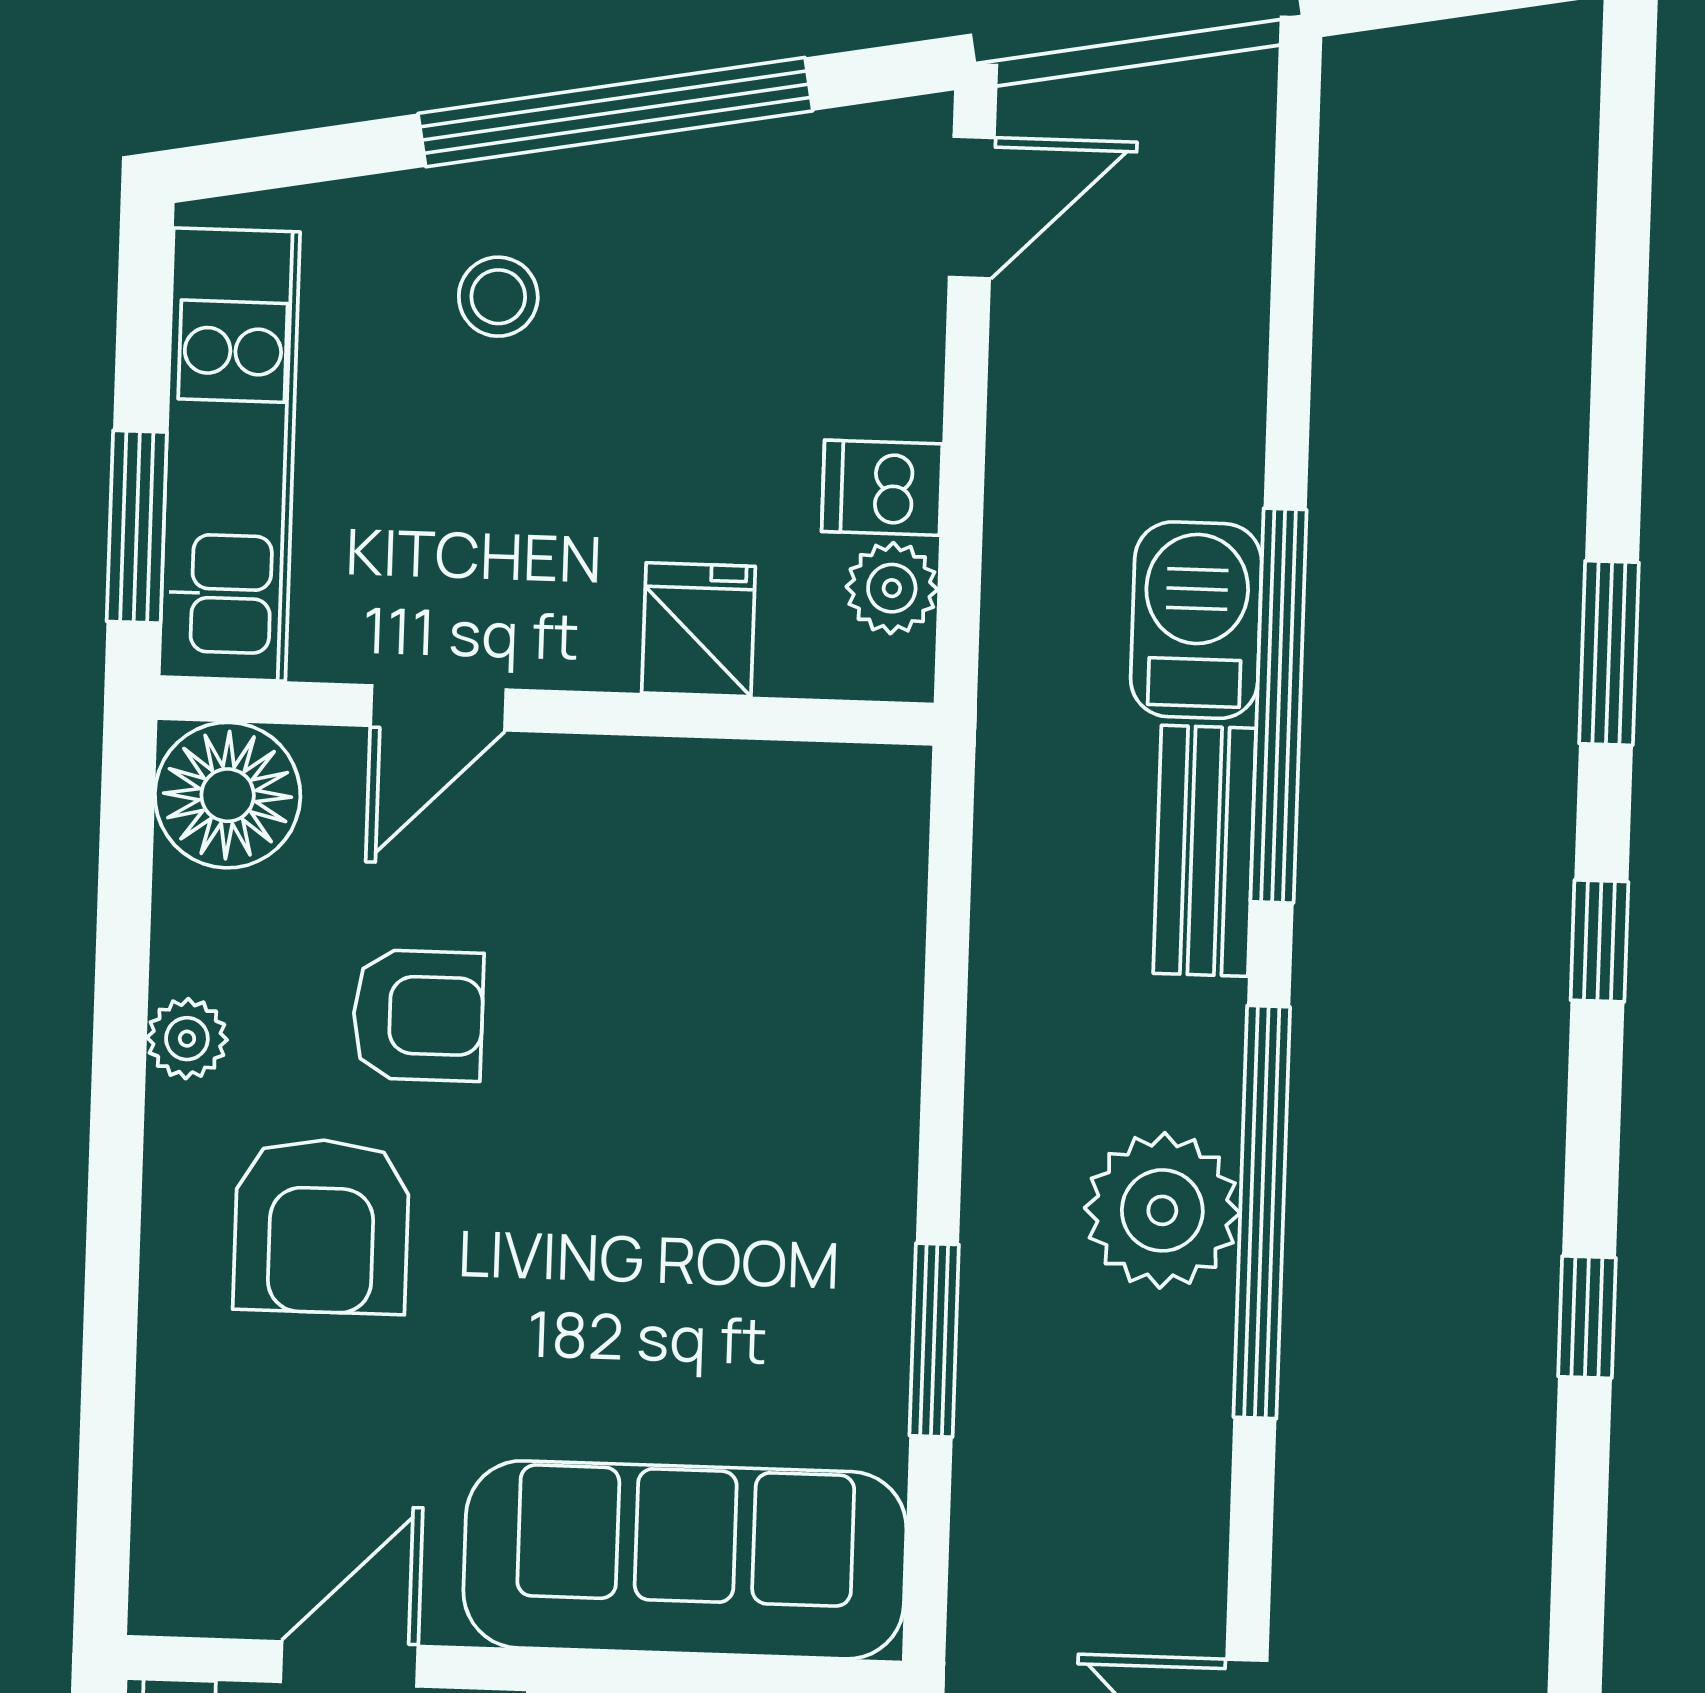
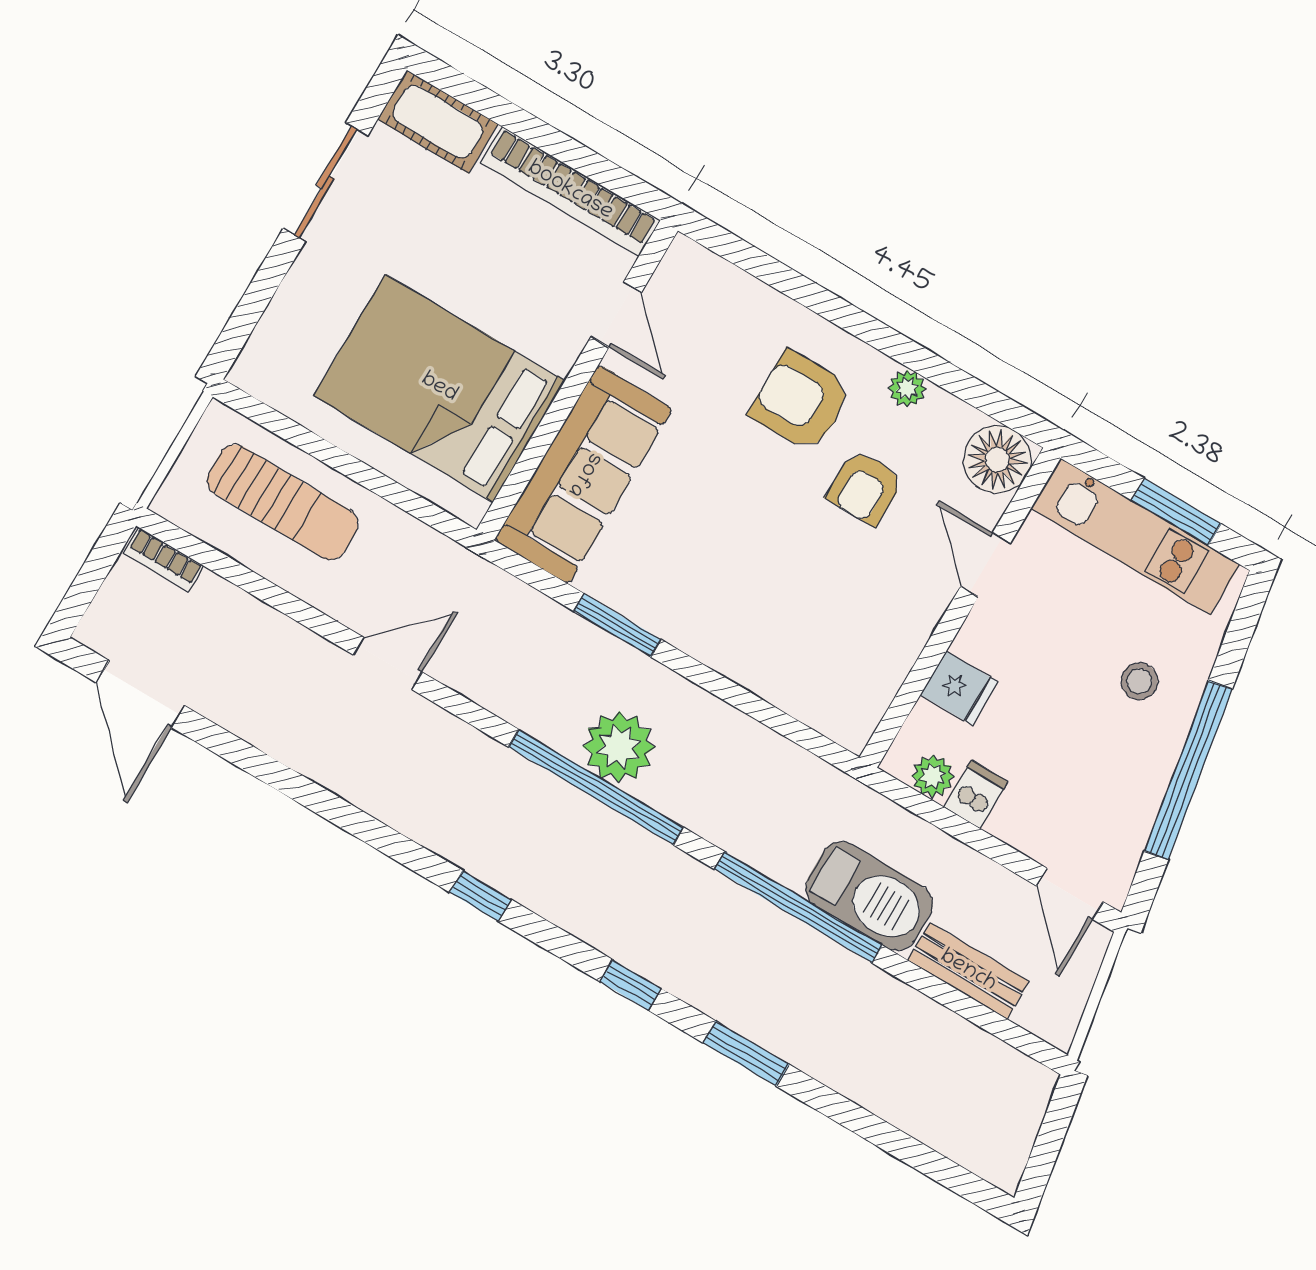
window: (137, 527) -> (1176, 512), moved
barbecue: (1196, 620) -> (869, 896), width x1.37, depth x1.21
bench: (1205, 851) -> (968, 971), moved

